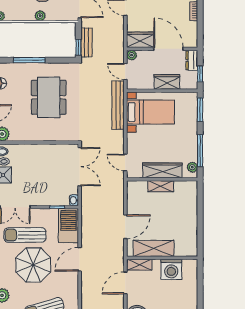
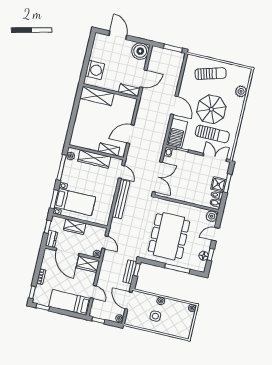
dining table: (49, 97) -> (169, 236), width x1.36, depth x1.24
bench: (118, 105) -> (121, 199), moved
bed with nightstands: (151, 112) -> (75, 202), moved, turned 180
double door: (80, 167) -> (158, 177), swing flipped
shelving: (161, 186) -> (109, 149), moved
door: (125, 227) -> (130, 134), moved
shelving: (154, 248) -> (97, 96), moved
door: (80, 259) -> (174, 105), hinge flipped
washing machine: (171, 269) -> (95, 70), moved, turned 90

